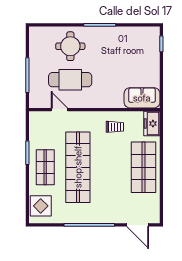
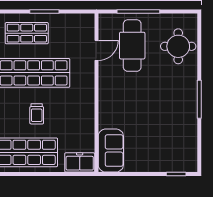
round table: (70, 46) -> (178, 46), moved
cafe table: (70, 80) -> (132, 46), moved
trolley: (115, 127) -> (37, 114), moved

